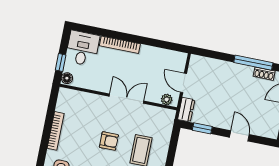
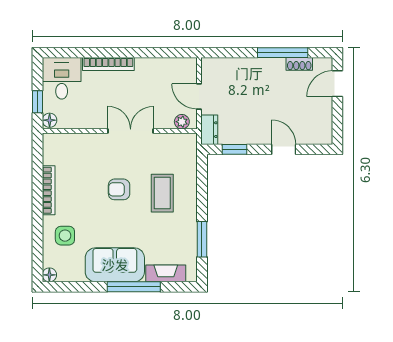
armchair: (109, 141) -> (119, 189), turned 180

